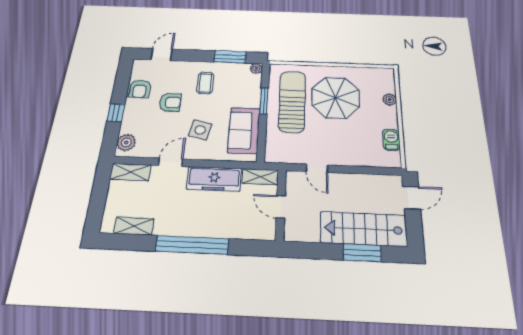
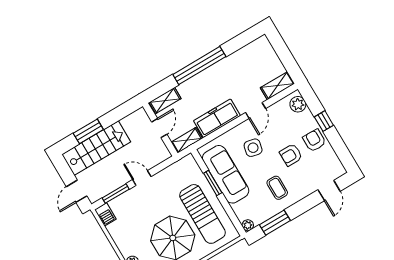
armchair: (140, 89) -> (314, 140), moved
window: (264, 101) -> (213, 183), moved
sofa: (244, 130) -> (226, 174), width x1.36
barbecue: (391, 140) -> (105, 214), moved
door: (317, 168) -> (142, 178), moved
window: (369, 170) -> (116, 194), added
door: (281, 207) -> (159, 128), hinge flipped
shelving: (134, 226) -> (165, 101), moved

